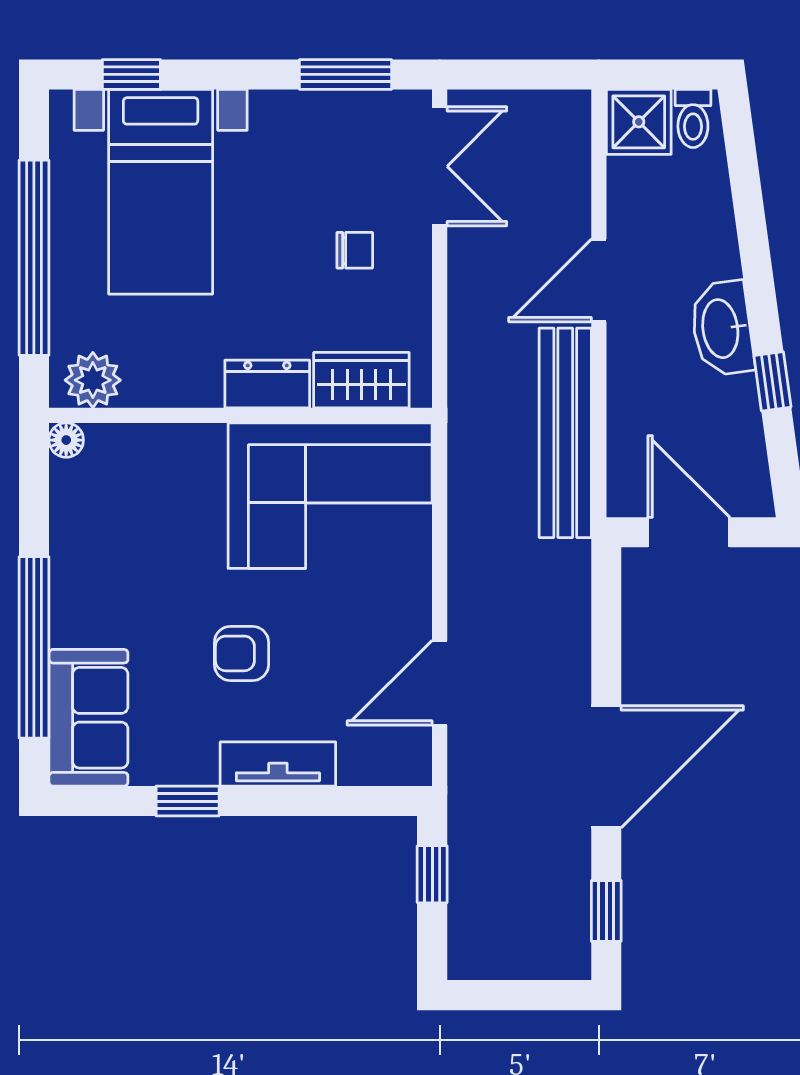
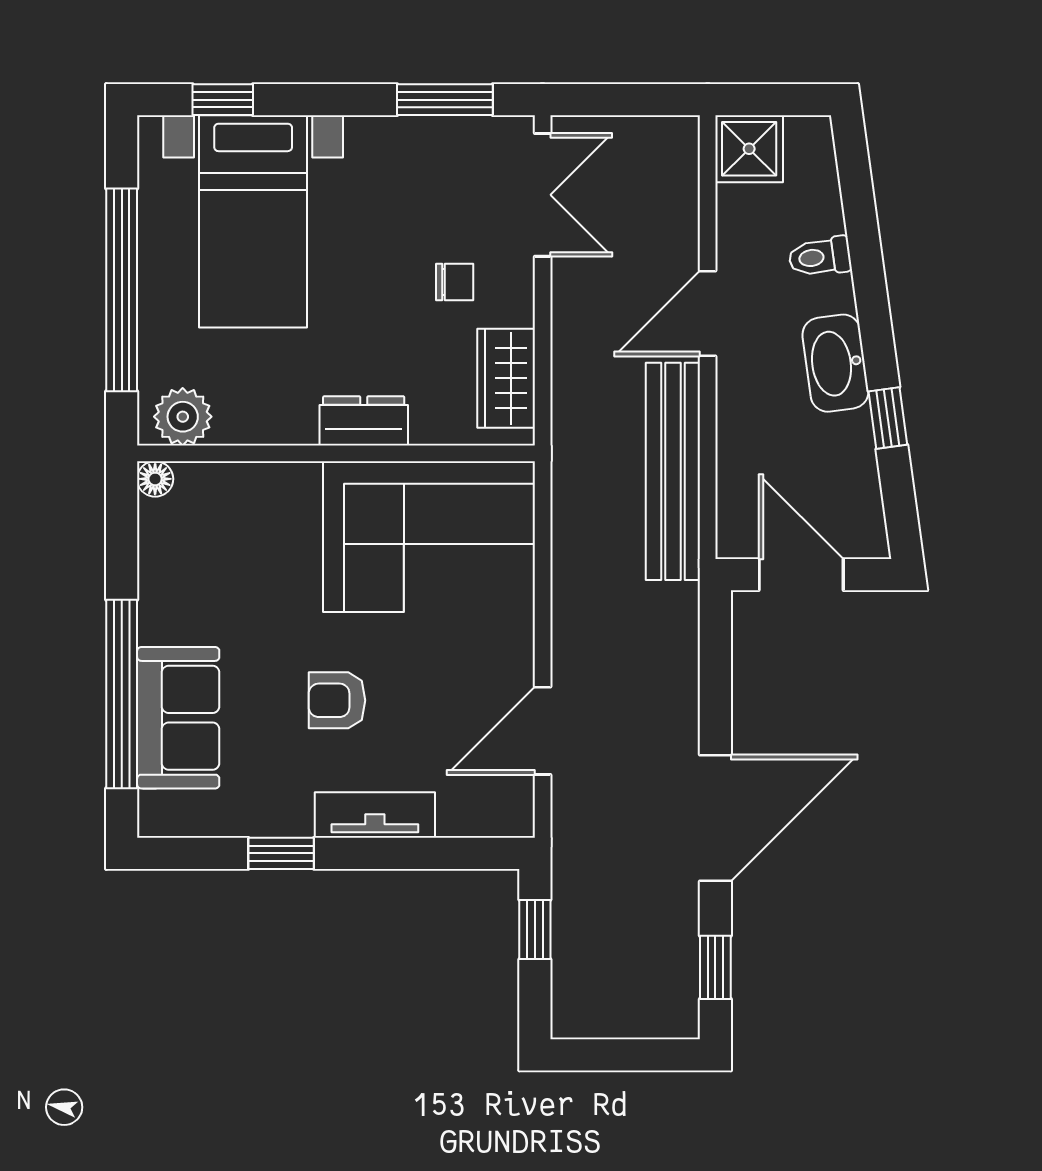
toilet: (693, 118) -> (820, 257), moved, turned 82
wardrobe: (361, 380) -> (506, 378), moved, turned -90
sofa: (88, 718) -> (178, 718), moved

